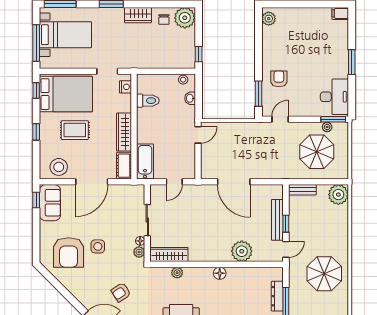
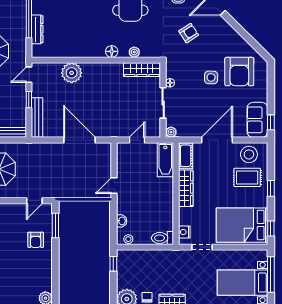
toilet: (148, 101) -> (163, 238), moved
rug: (75, 130) -> (247, 177), moved
bench: (277, 220) -> (37, 118), moved
armchair: (69, 252) -> (239, 72), turned 180
plant: (139, 252) -> (171, 132), moved
floor lamp: (220, 273) -> (112, 51), moved

